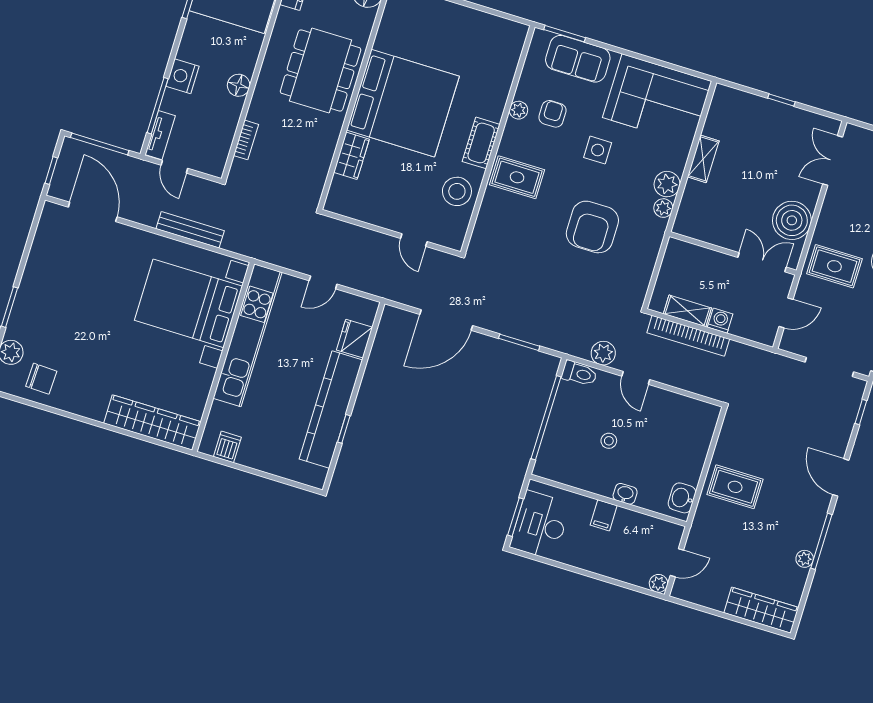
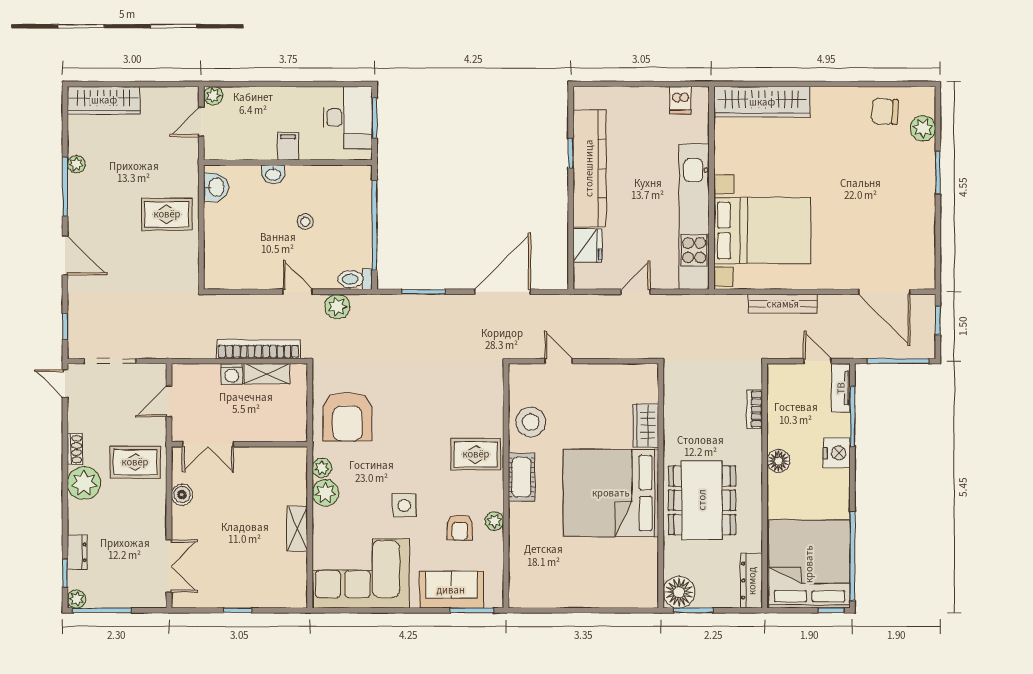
boiler: (792, 220) -> (182, 495), width x0.54, depth x0.54
armchair: (592, 227) -> (347, 417), moved, turned 180

